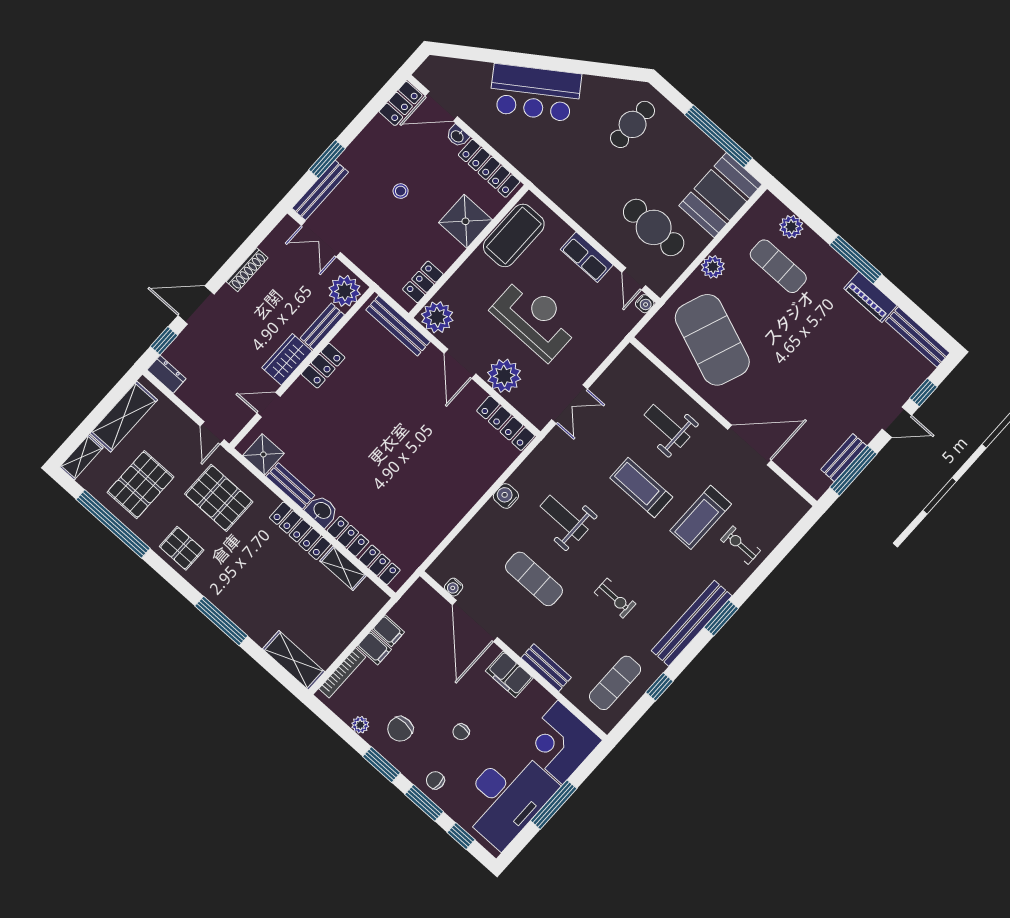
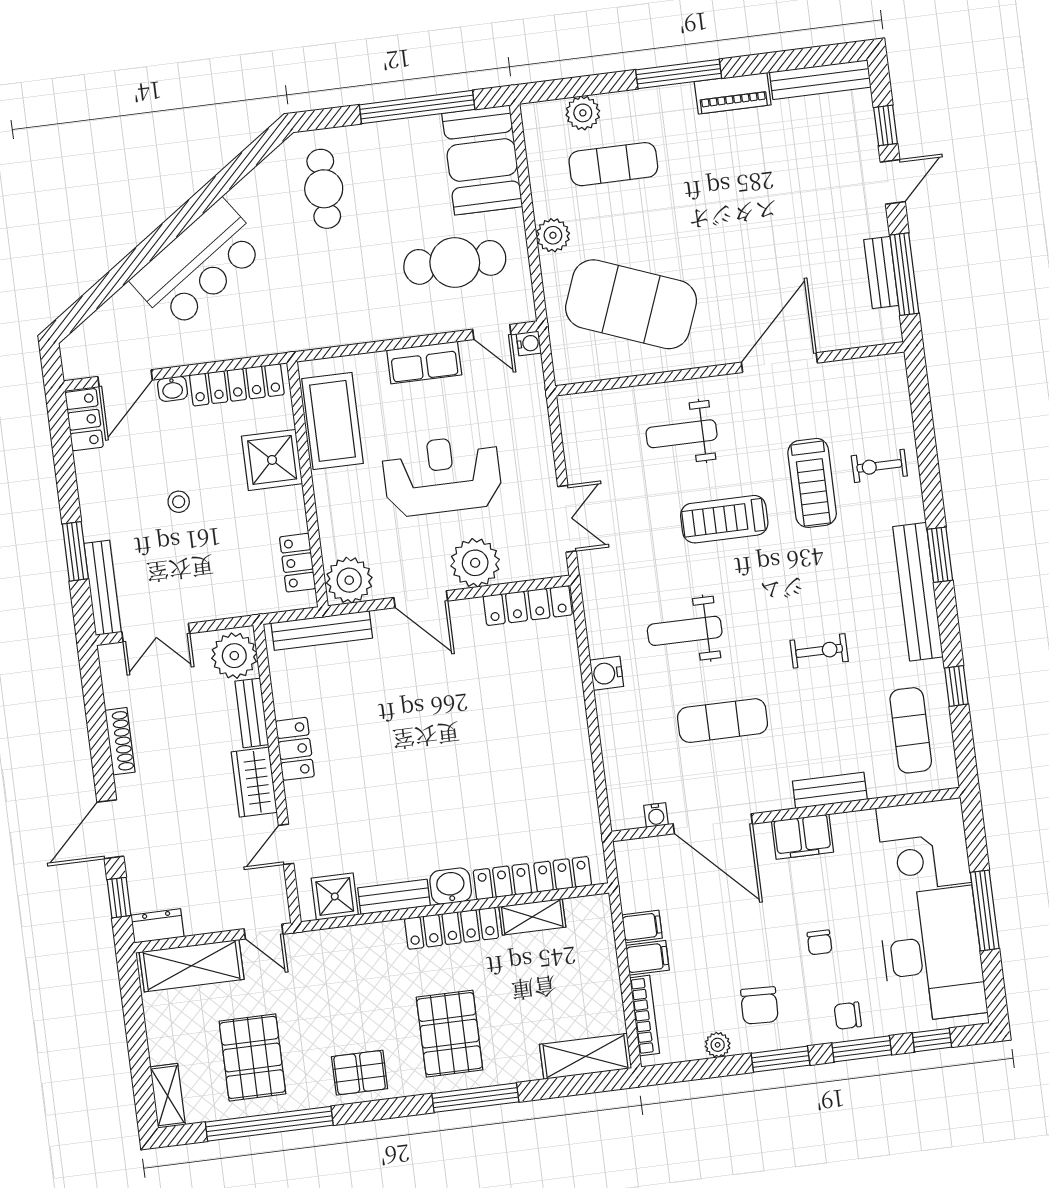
shelving: (124, 417) -> (192, 966), moved, turned 90
pallet: (219, 498) -> (450, 1034), moved, turned 90

